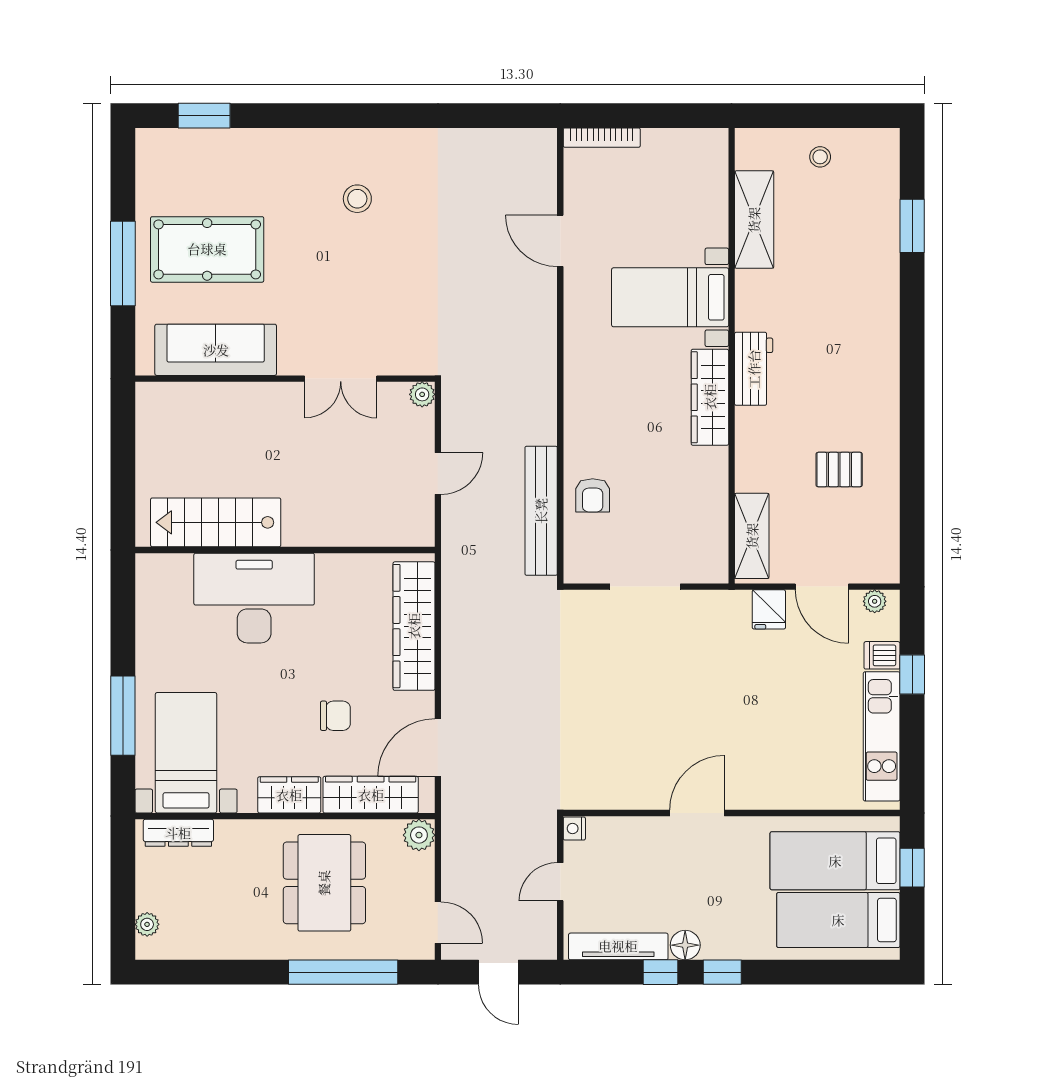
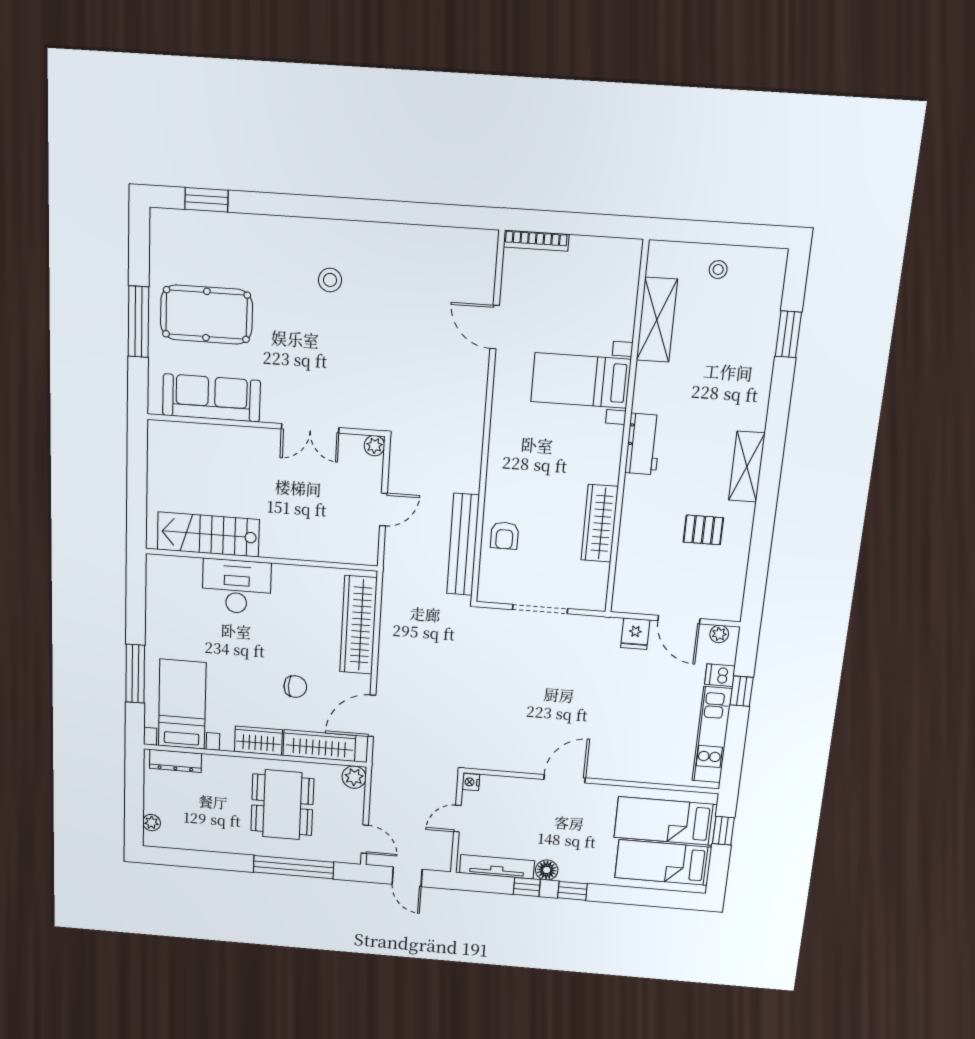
wardrobe: (710, 397) -> (600, 523), moved
shelving: (752, 536) -> (747, 467), moved
desk: (254, 598) -> (237, 587), width x0.73, depth x0.77

